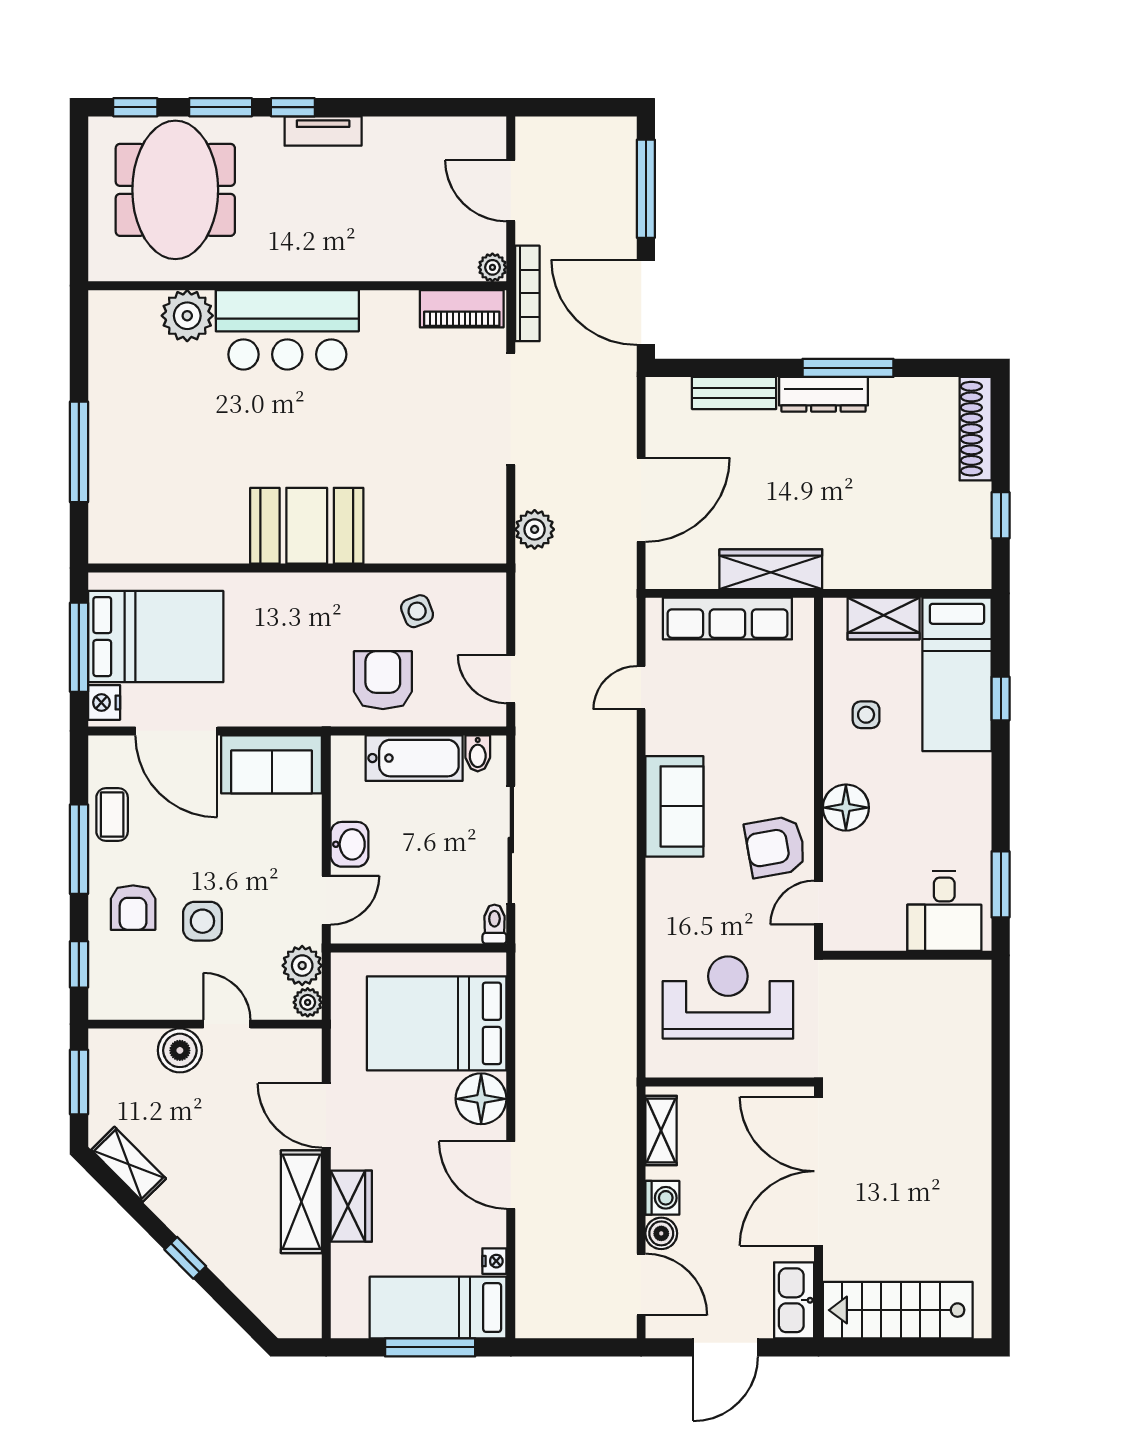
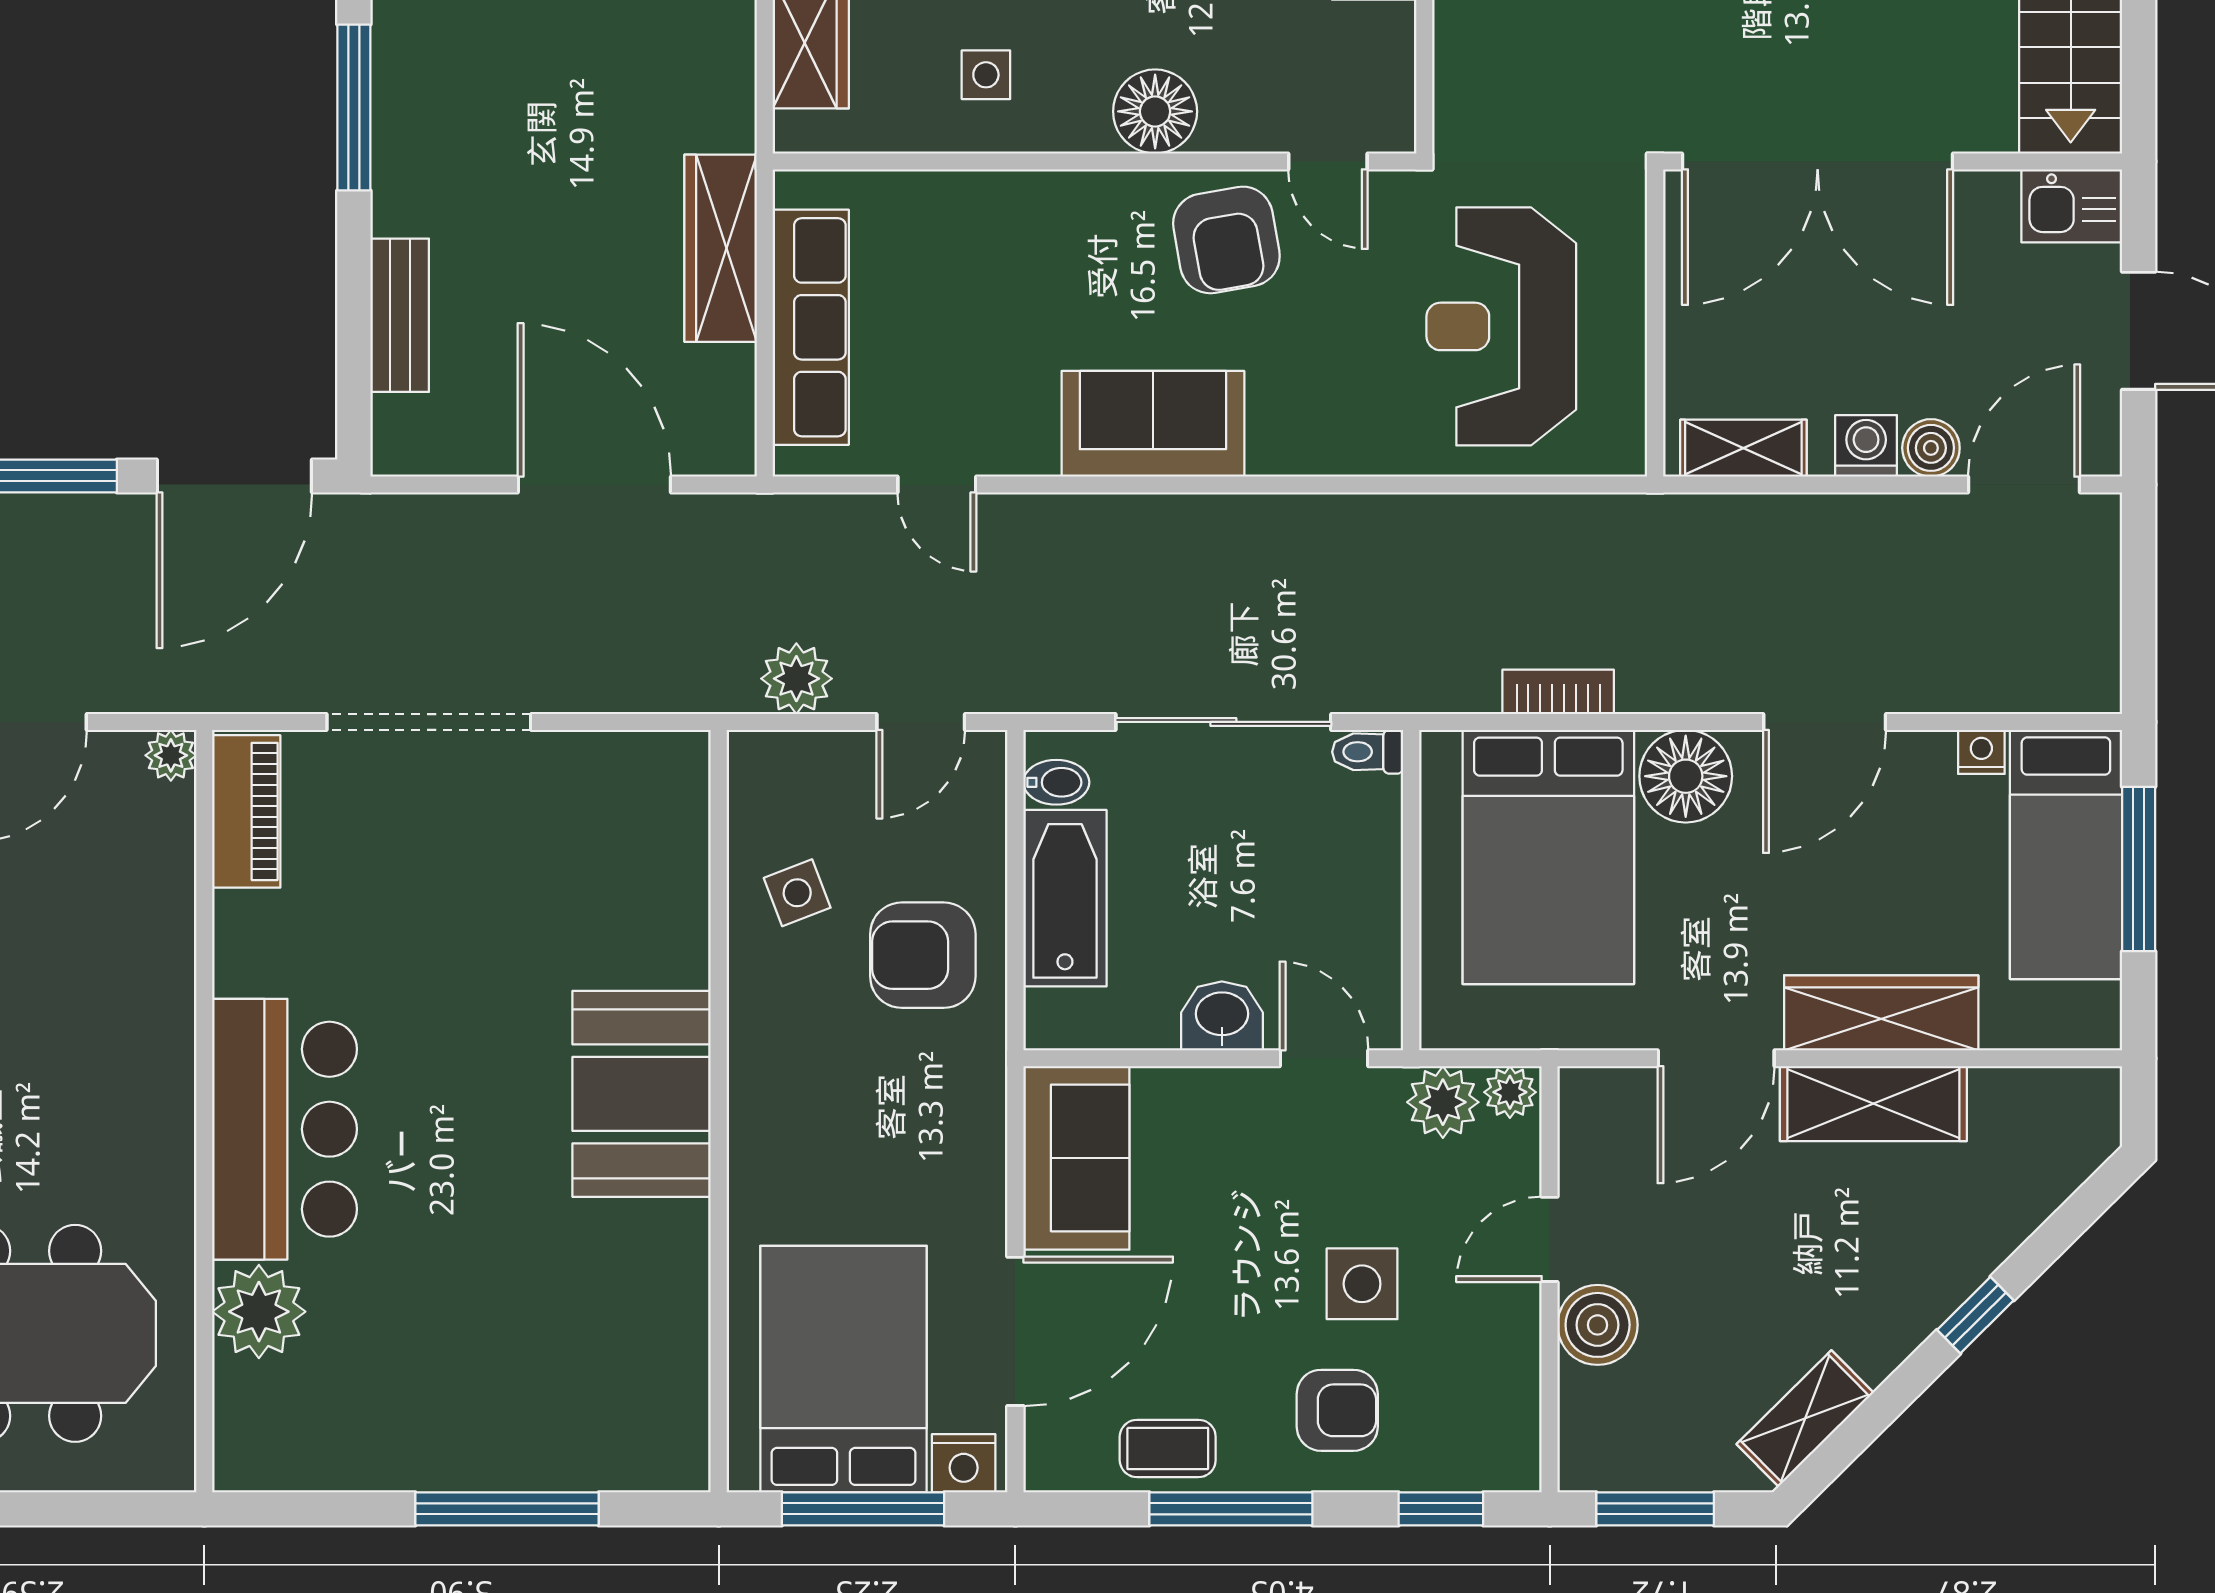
bookcase: (527, 293) -> (1558, 692), moved, width x0.64
dresser: (823, 394) -> (402, 152), removed
plant: (535, 529) -> (796, 679), moved
wardrobe: (351, 1206) -> (1881, 1013), width x1.50
kitchen sink: (794, 1300) -> (2072, 206), width x0.73

